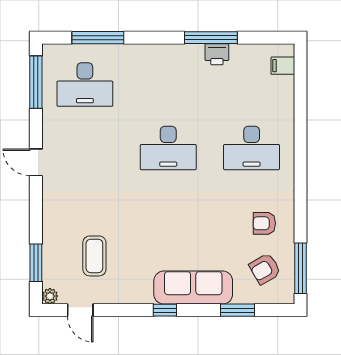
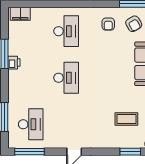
printer: (217, 54) -> (14, 63), moved
filing cabinet: (283, 66) -> (20, 14), width x2.00

